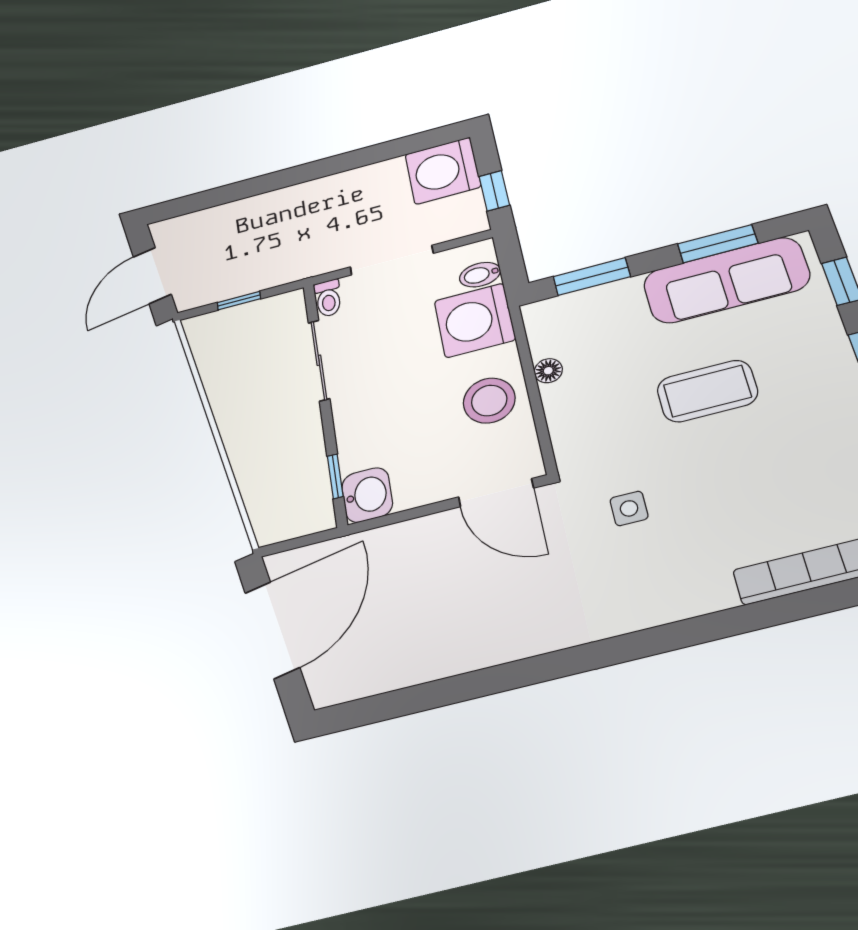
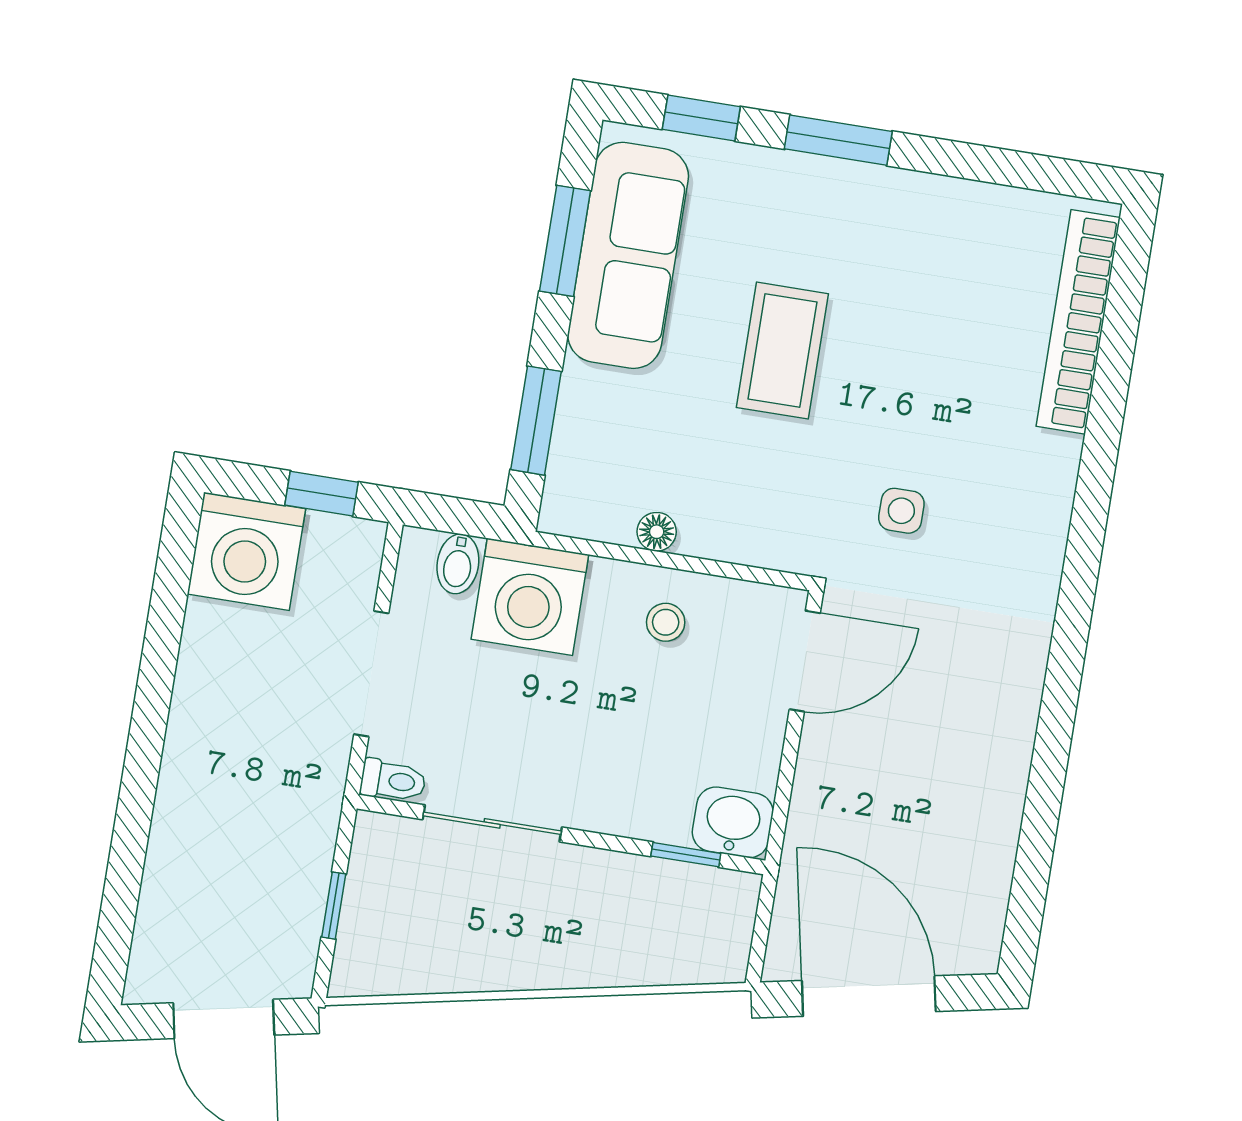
stool: (489, 401) -> (666, 622), width x0.53, depth x0.53

